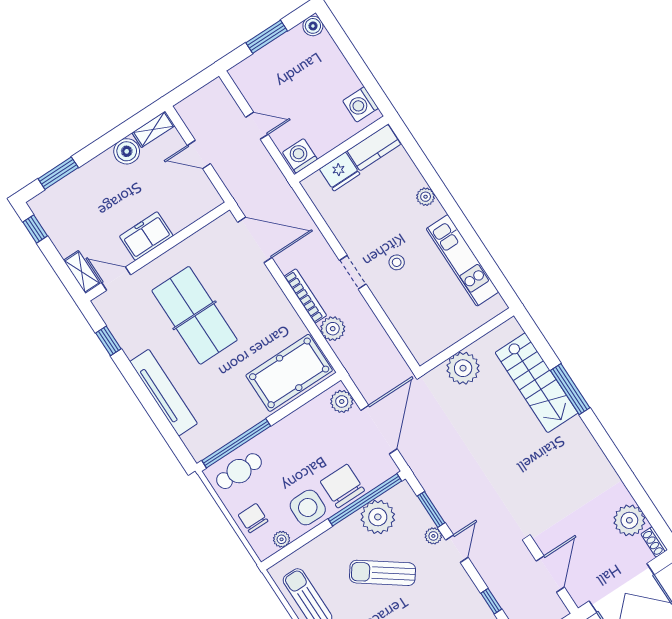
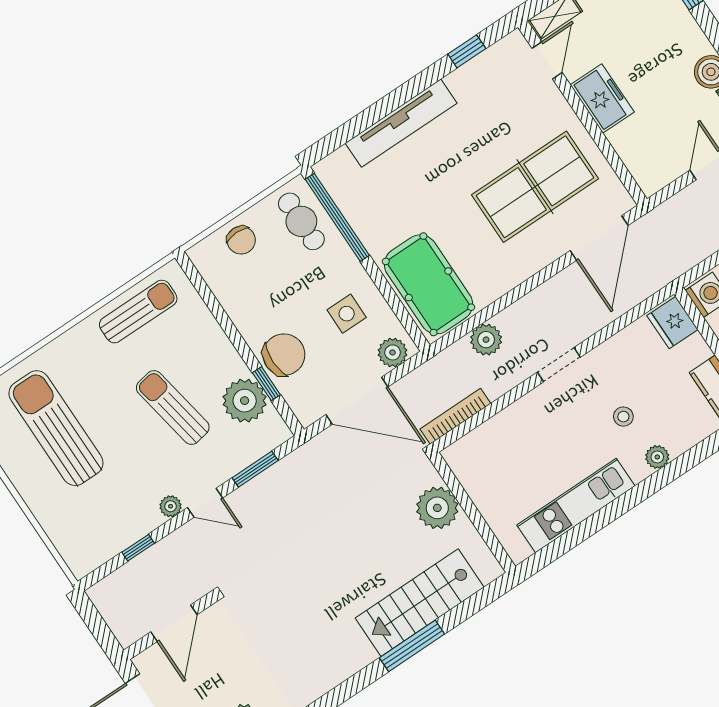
fridge: (340, 172) -> (672, 323), moved
stool: (397, 262) -> (623, 417), moved
bookcase: (305, 296) -> (455, 416), moved, turned 180
table tennis table: (195, 315) -> (535, 187), moved
window: (365, 500) -> (266, 384), width x0.32
side table: (308, 507) -> (347, 314), moved, width x0.73, depth x0.73
chair: (253, 518) -> (241, 240), turned 90
plant: (433, 536) -> (171, 506), moved
plant: (282, 539) -> (214, 277), removed
sun lounger: (382, 573) -> (173, 407), turned -46
door: (550, 574) -> (174, 623), hinge flipped

